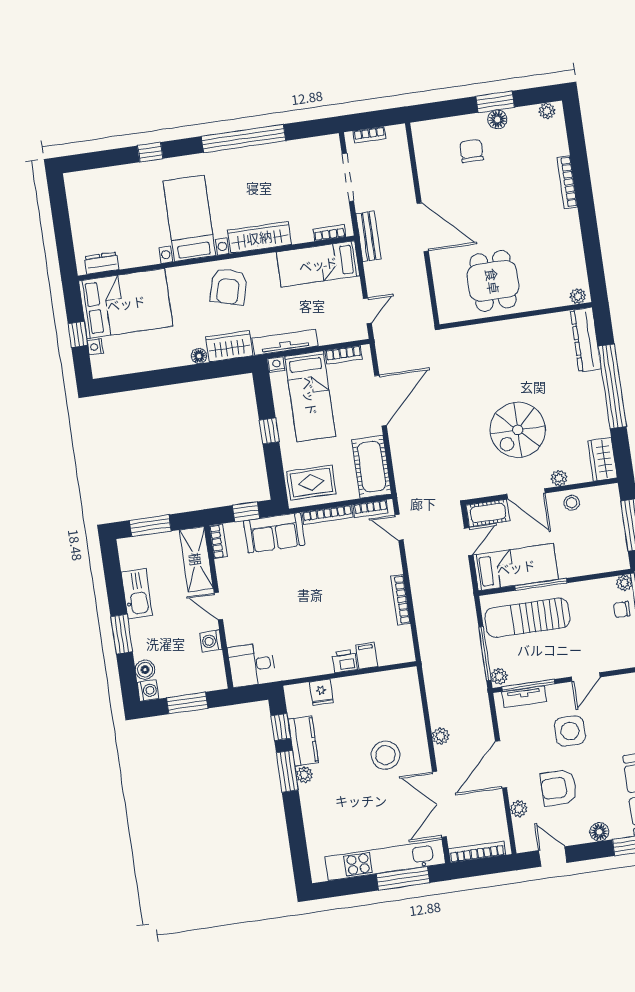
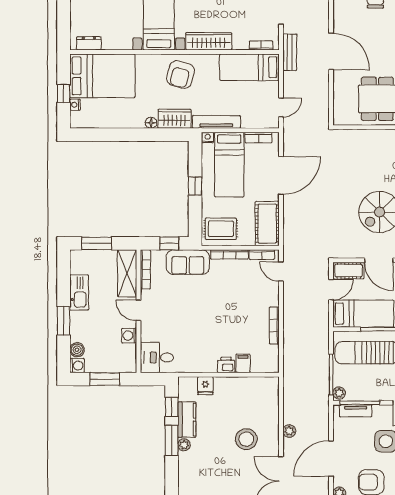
bookcase: (218, 541) -> (145, 269), width x1.56

